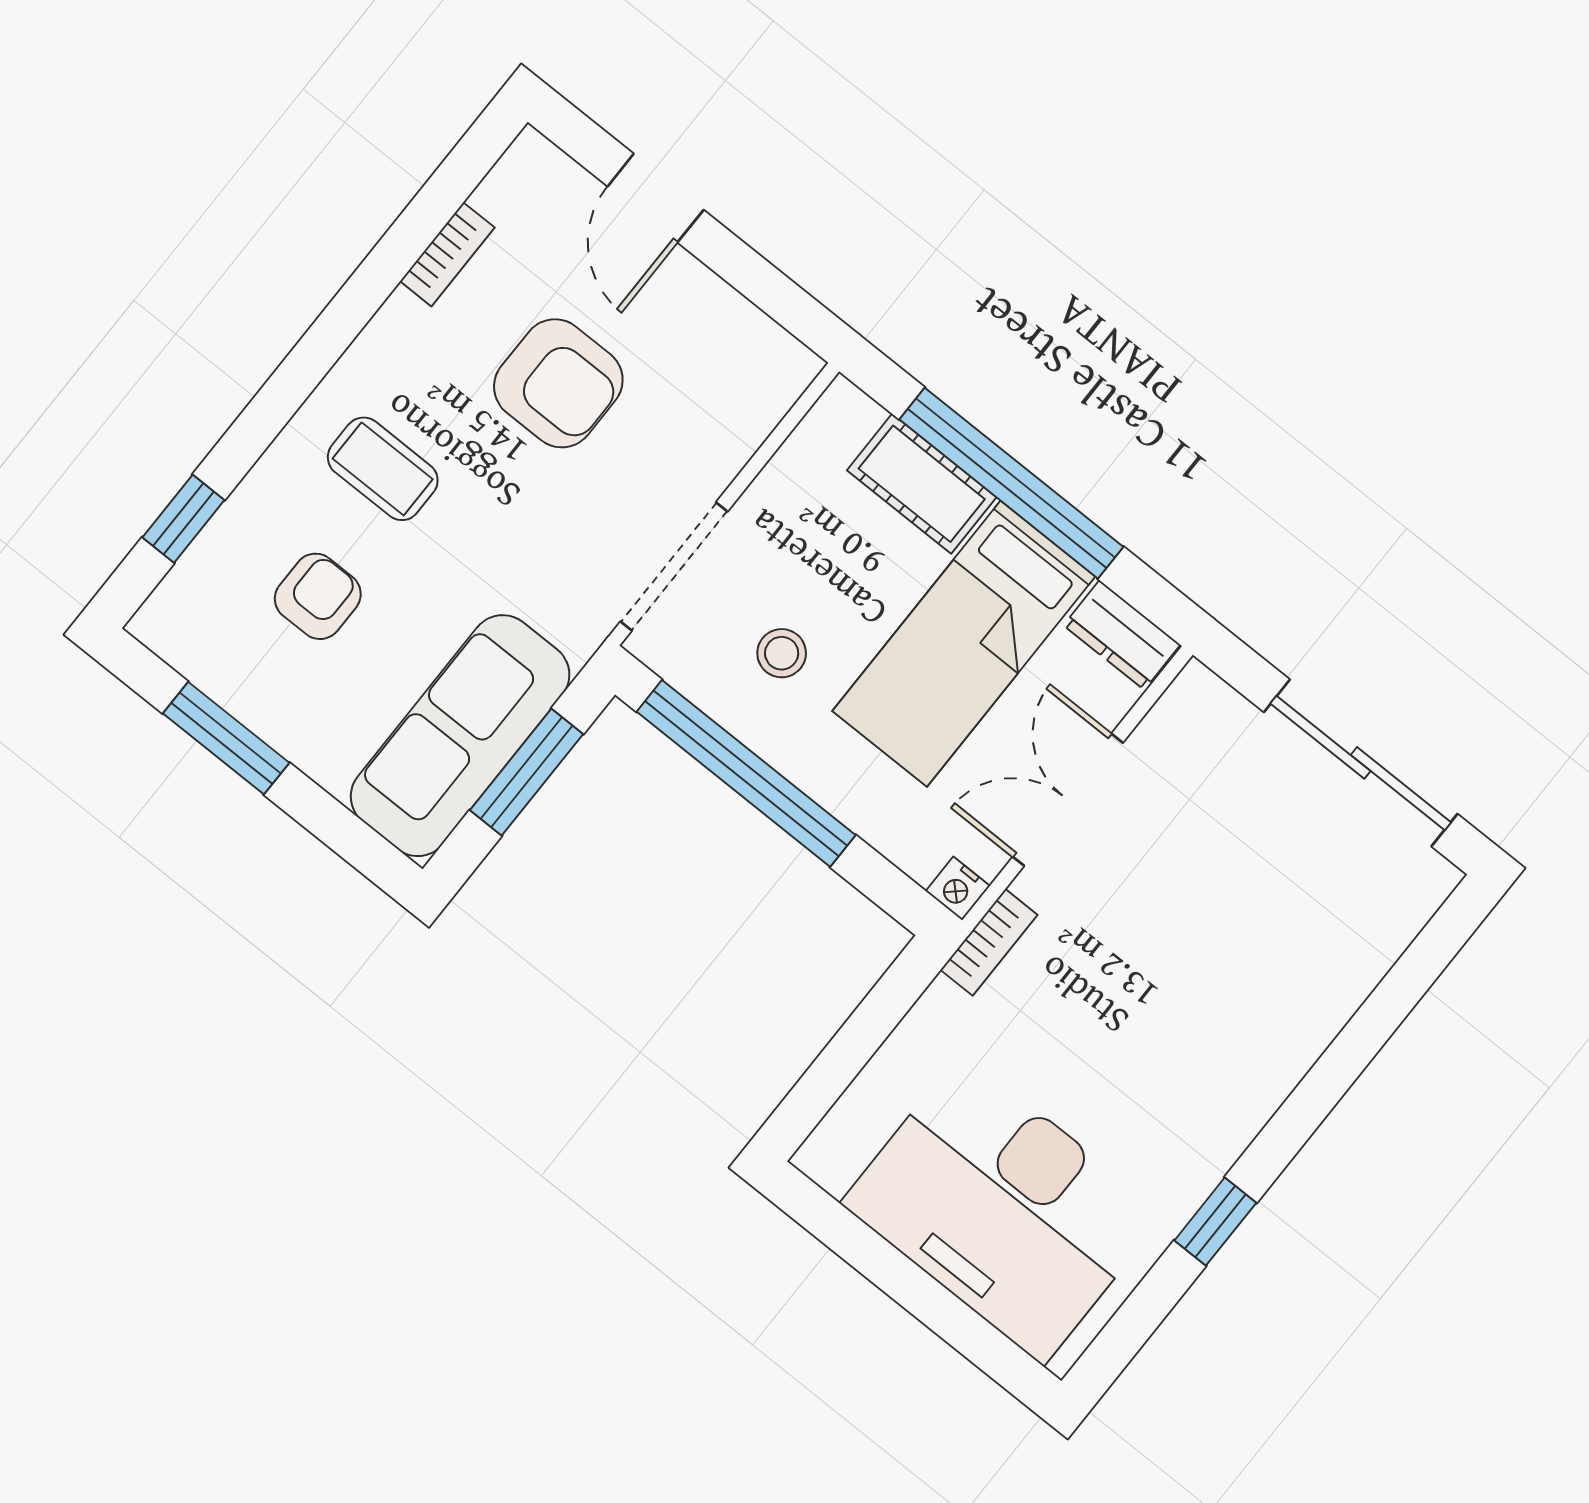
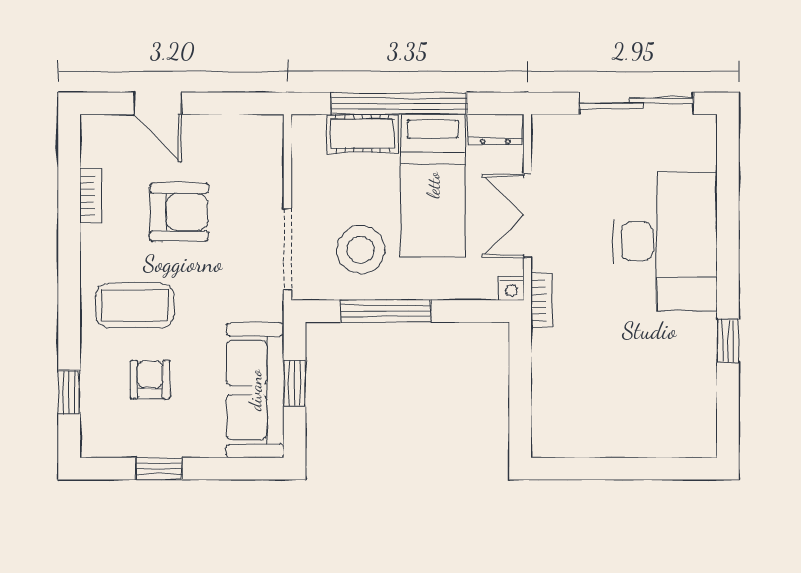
coffee table: (383, 469) -> (135, 306), width x1.36, depth x1.30
stool: (782, 653) -> (361, 250), width x1.89, depth x1.89
window: (226, 738) -> (159, 469), width x0.67
window: (526, 772) -> (295, 383), width x0.67
window: (746, 773) -> (386, 311), width x0.68
desk: (1003, 1209) -> (665, 241), moved, turned -90

